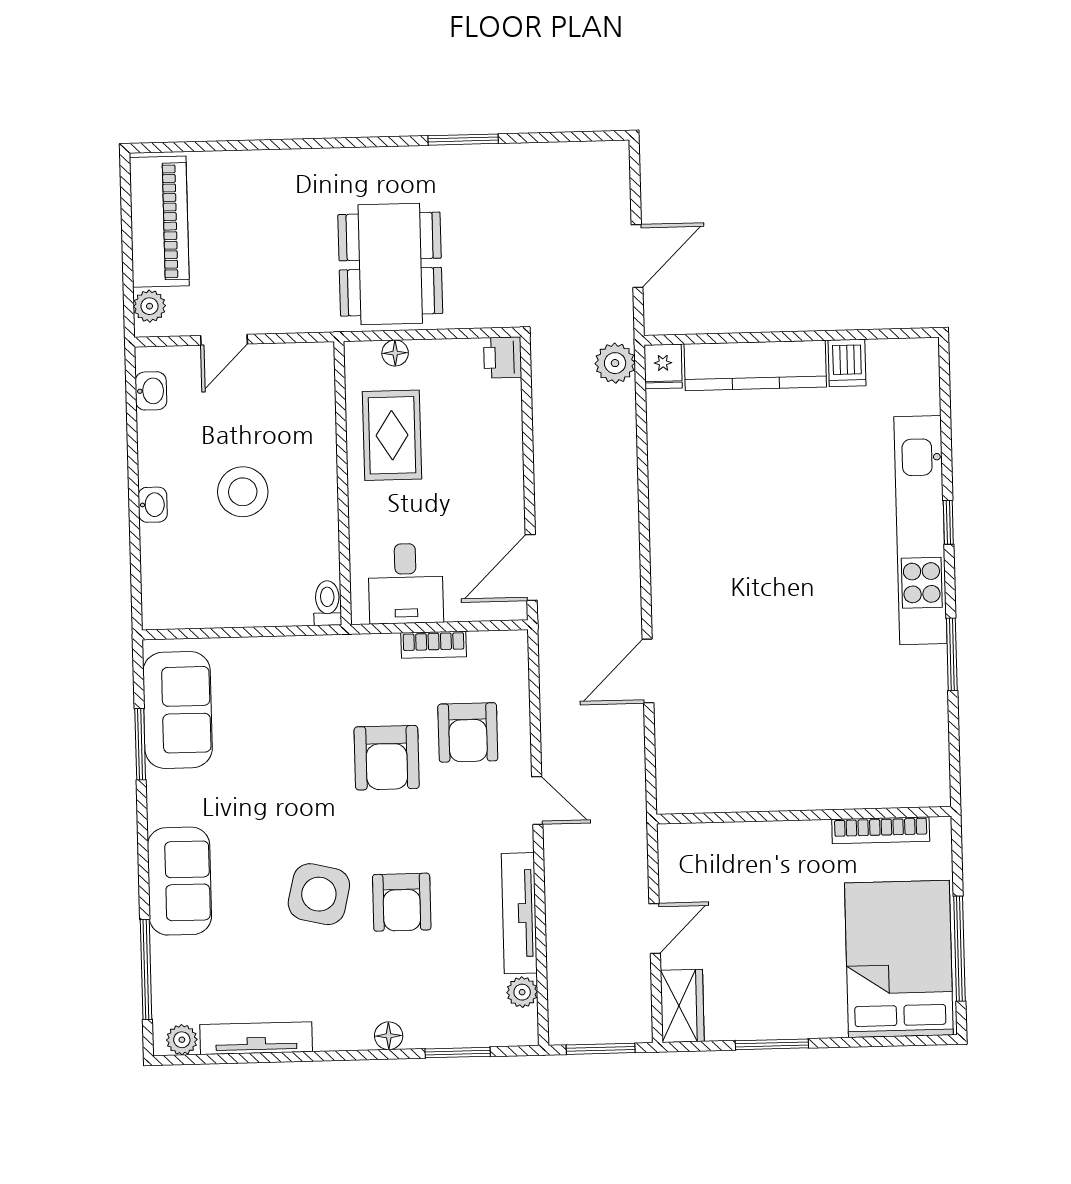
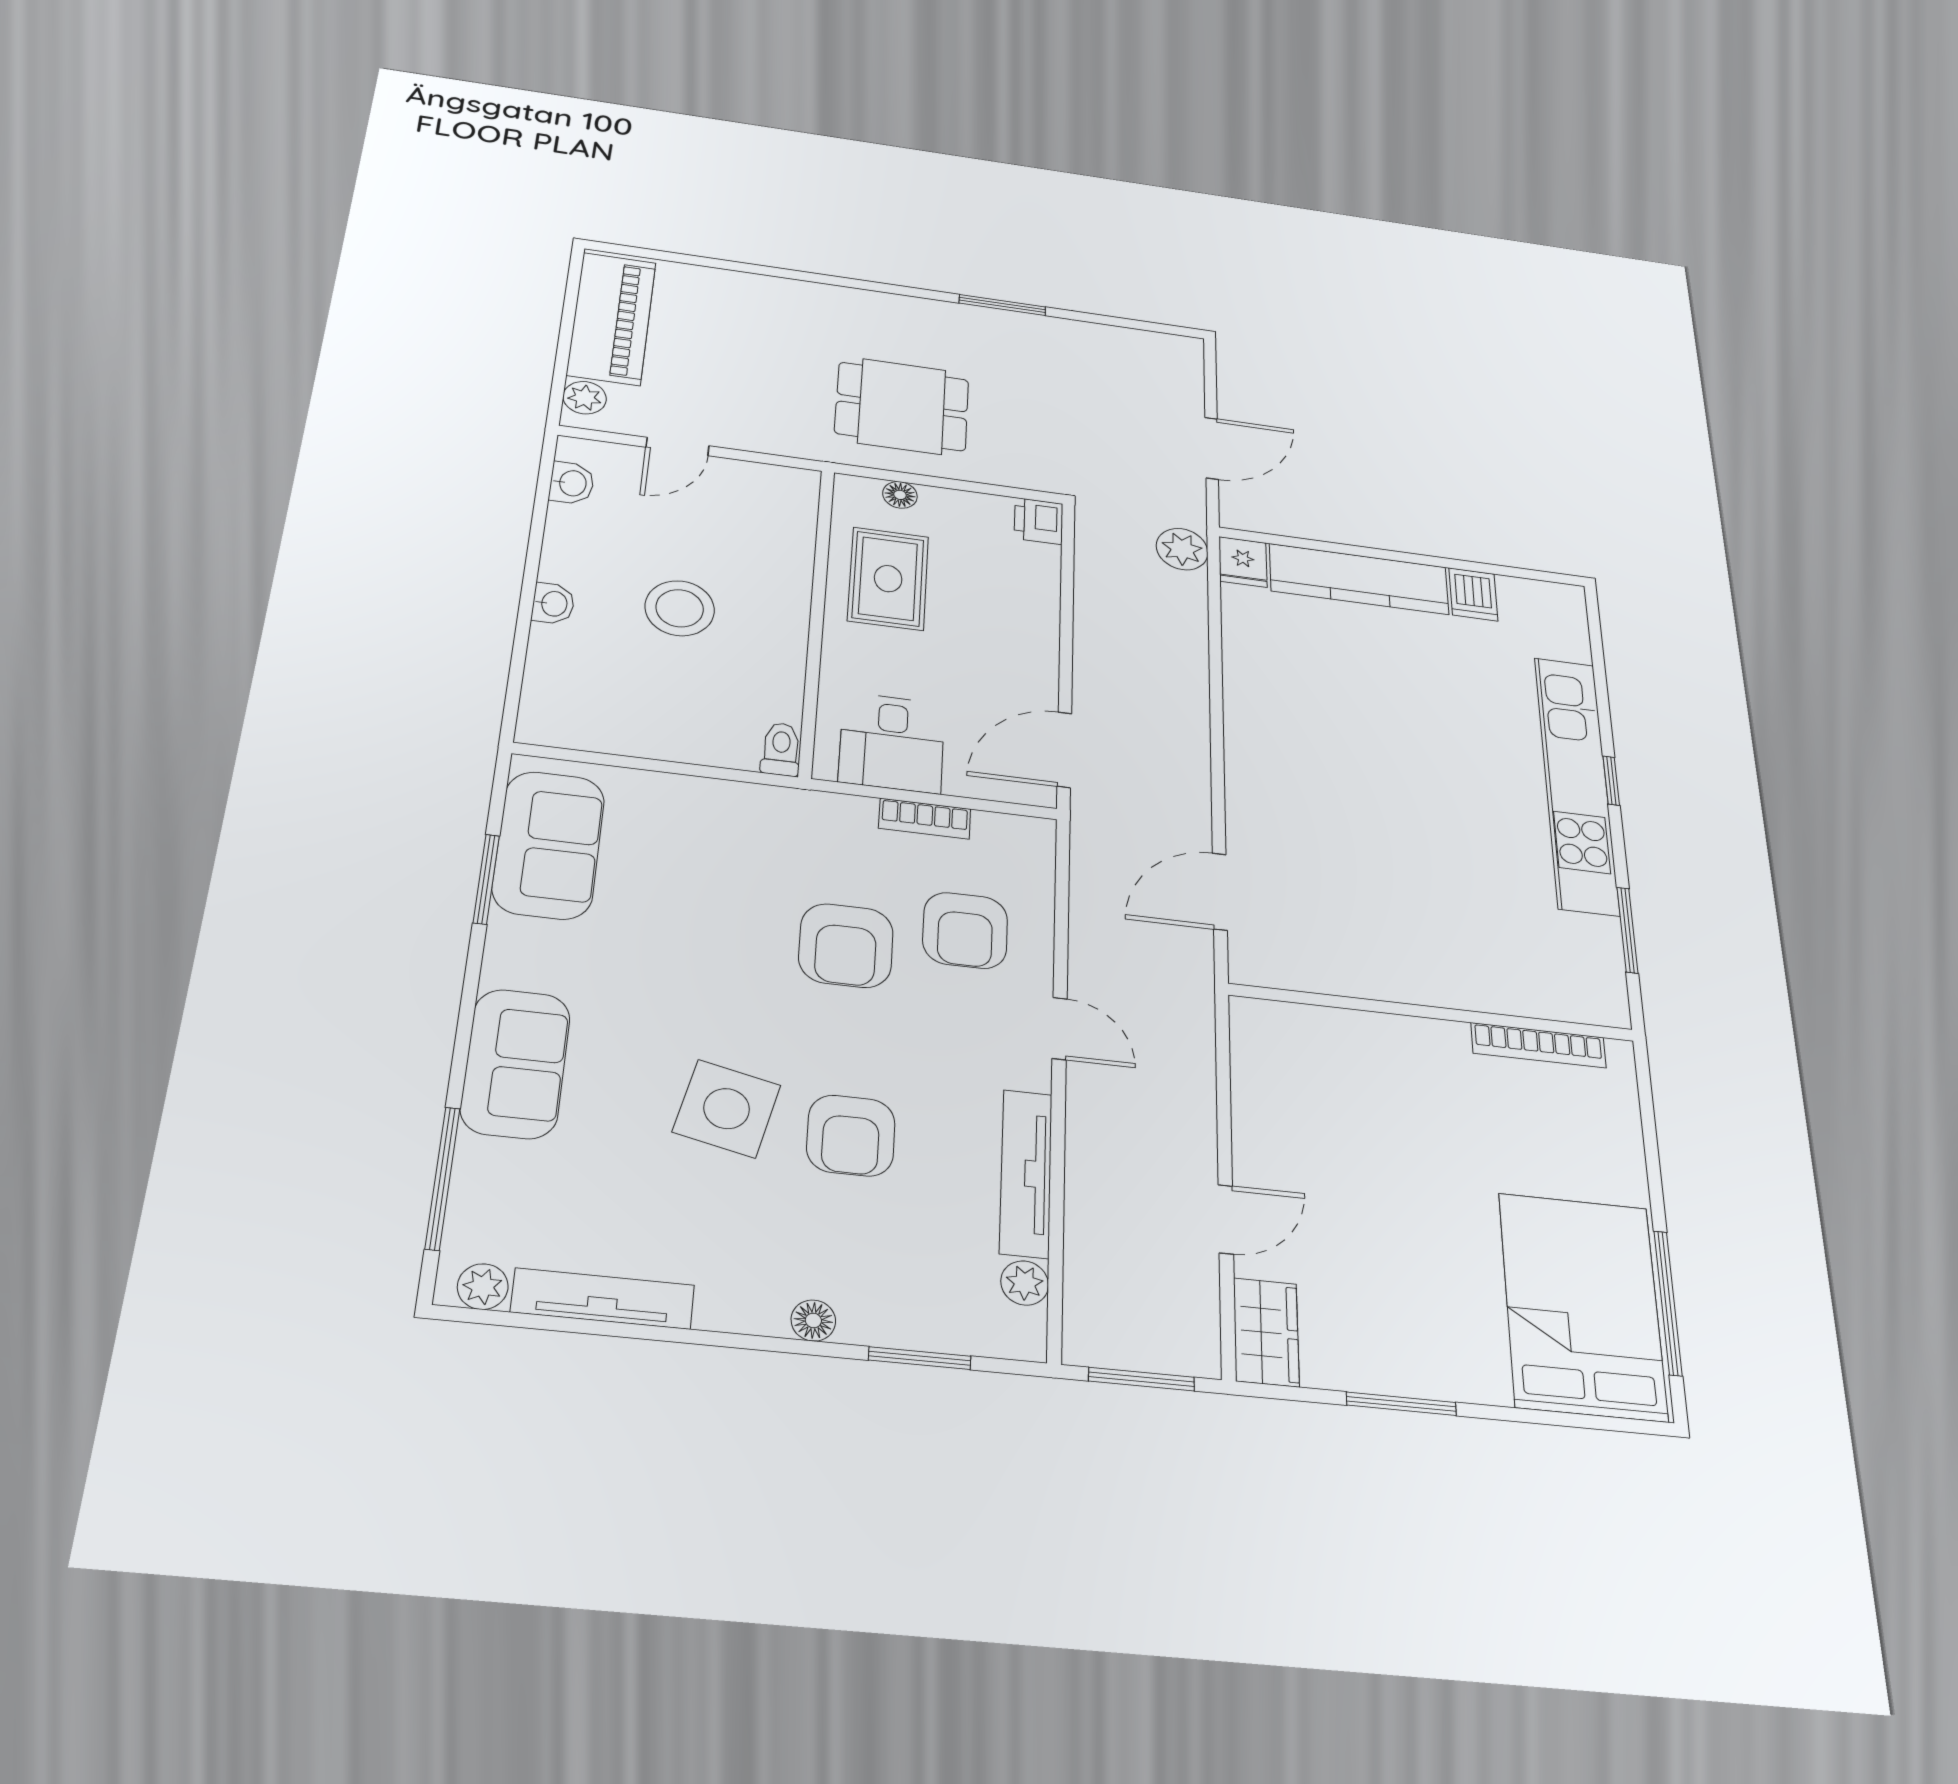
dining table: (390, 264) -> (902, 406), width x0.73
wall: (804, 815) -> (1432, 1012), moved
bookcase: (881, 830) -> (1539, 1045), moved

